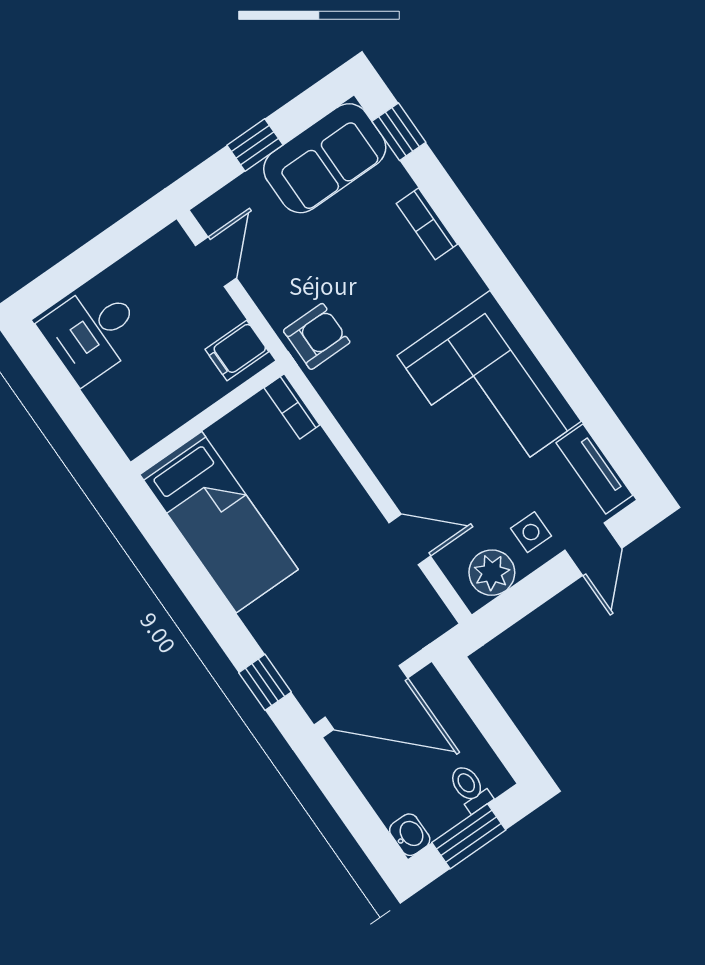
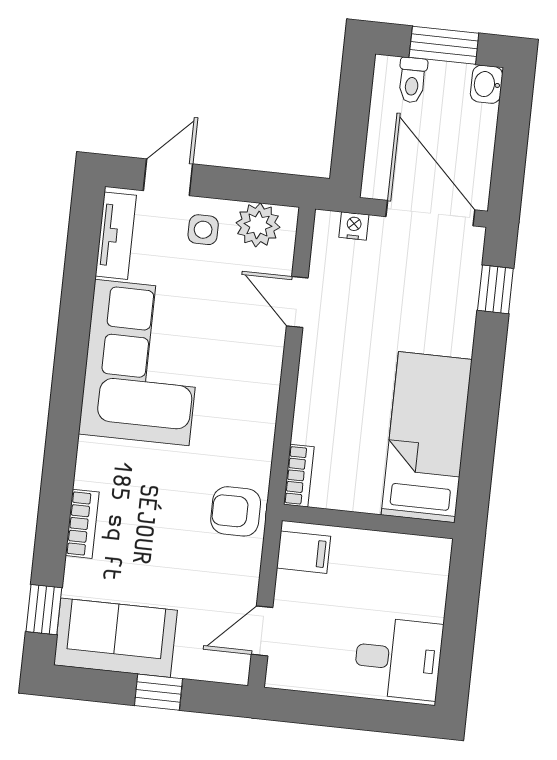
nightstand: (417, 636) -> (354, 226), added

